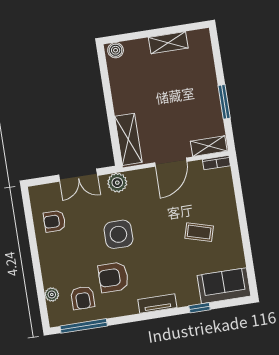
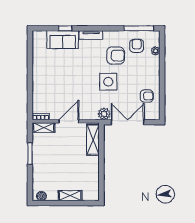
shelving: (168, 43) -> (70, 196), moved
boiler: (116, 50) -> (41, 196), moved
double door: (78, 175) -> (128, 122), width x1.37
coffee table: (199, 232) -> (58, 75), removed
sofa: (224, 286) -> (63, 40), moved

